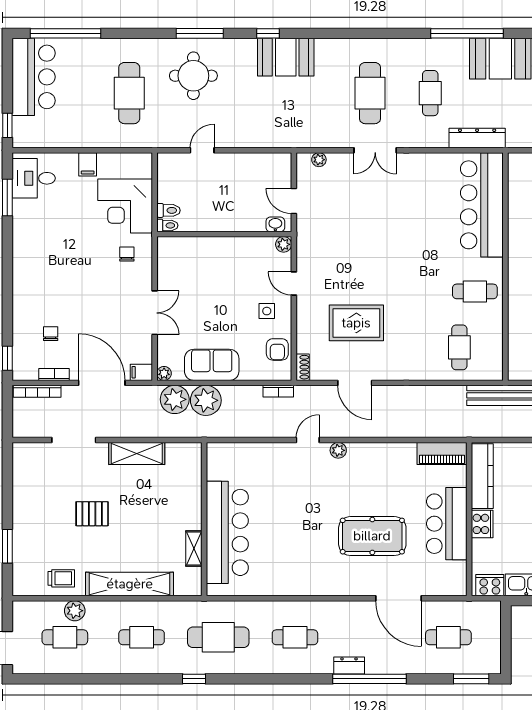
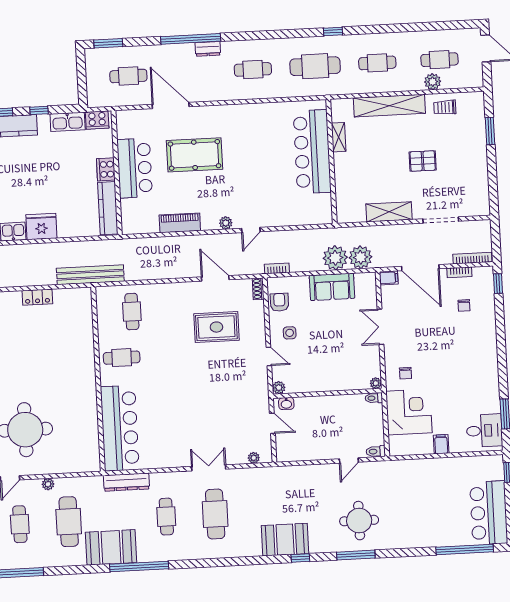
cafe table: (129, 93) -> (410, 504), removed
toilet: (169, 210) -> (376, 451), moved
plant: (164, 373) -> (376, 383), moved
piano: (442, 453) -> (180, 223), moved

